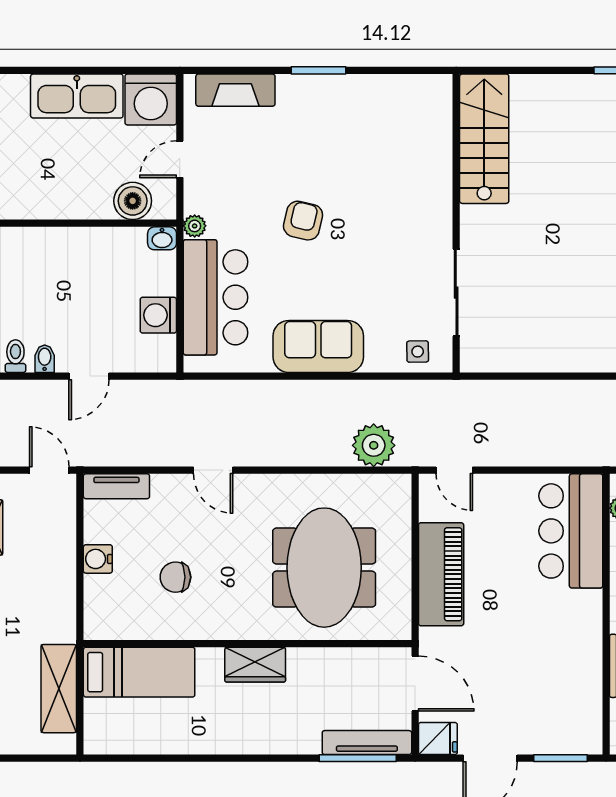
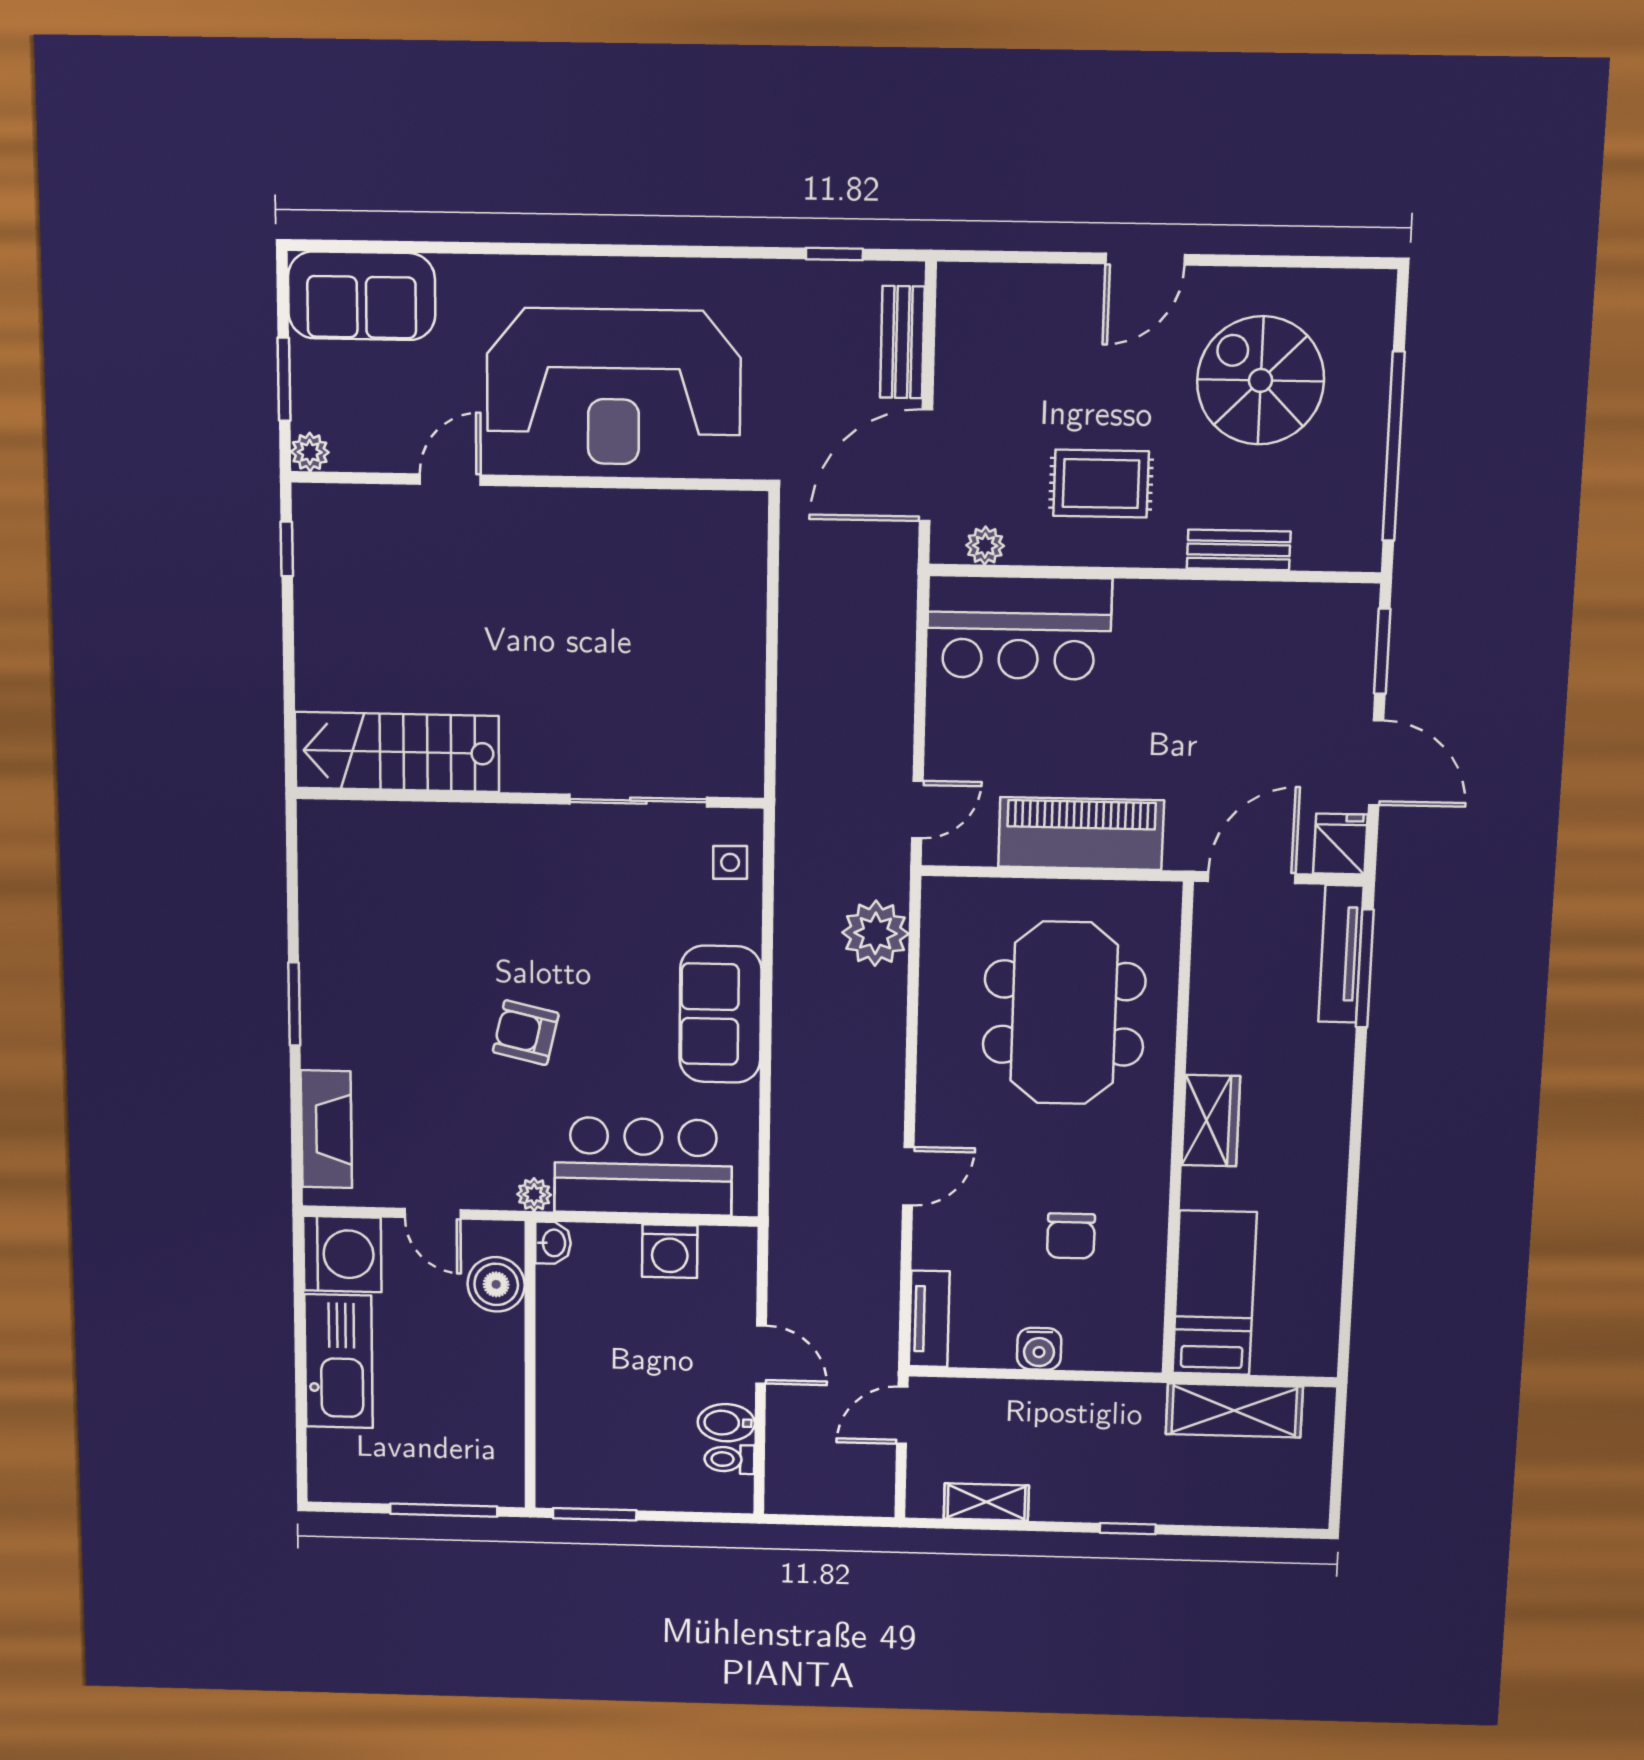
bidet: (45, 359) -> (726, 1423), width x1.38, depth x1.36
meeting table: (324, 568) -> (1064, 1013), turned 90

